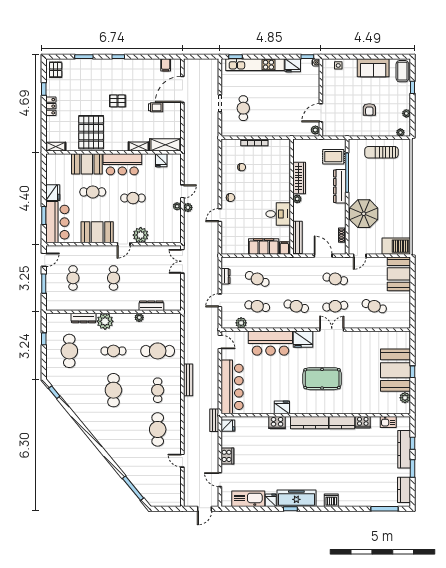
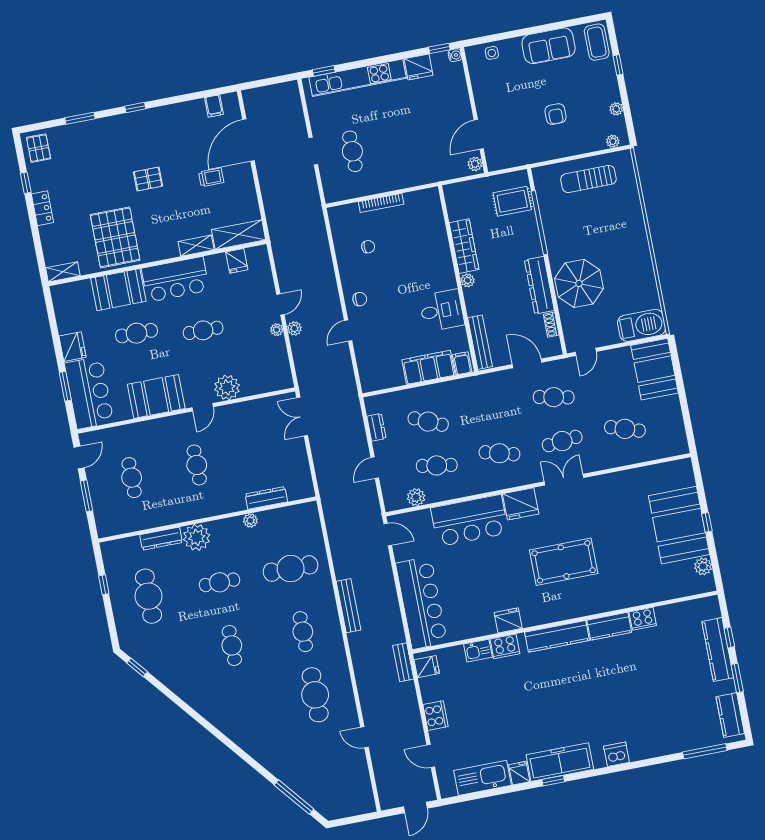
dresser: (340, 186) -> (539, 285), moved
cafe table: (113, 390) -> (232, 645), width x0.73, depth x0.74
kitchen sink: (388, 422) -> (478, 651), moved

